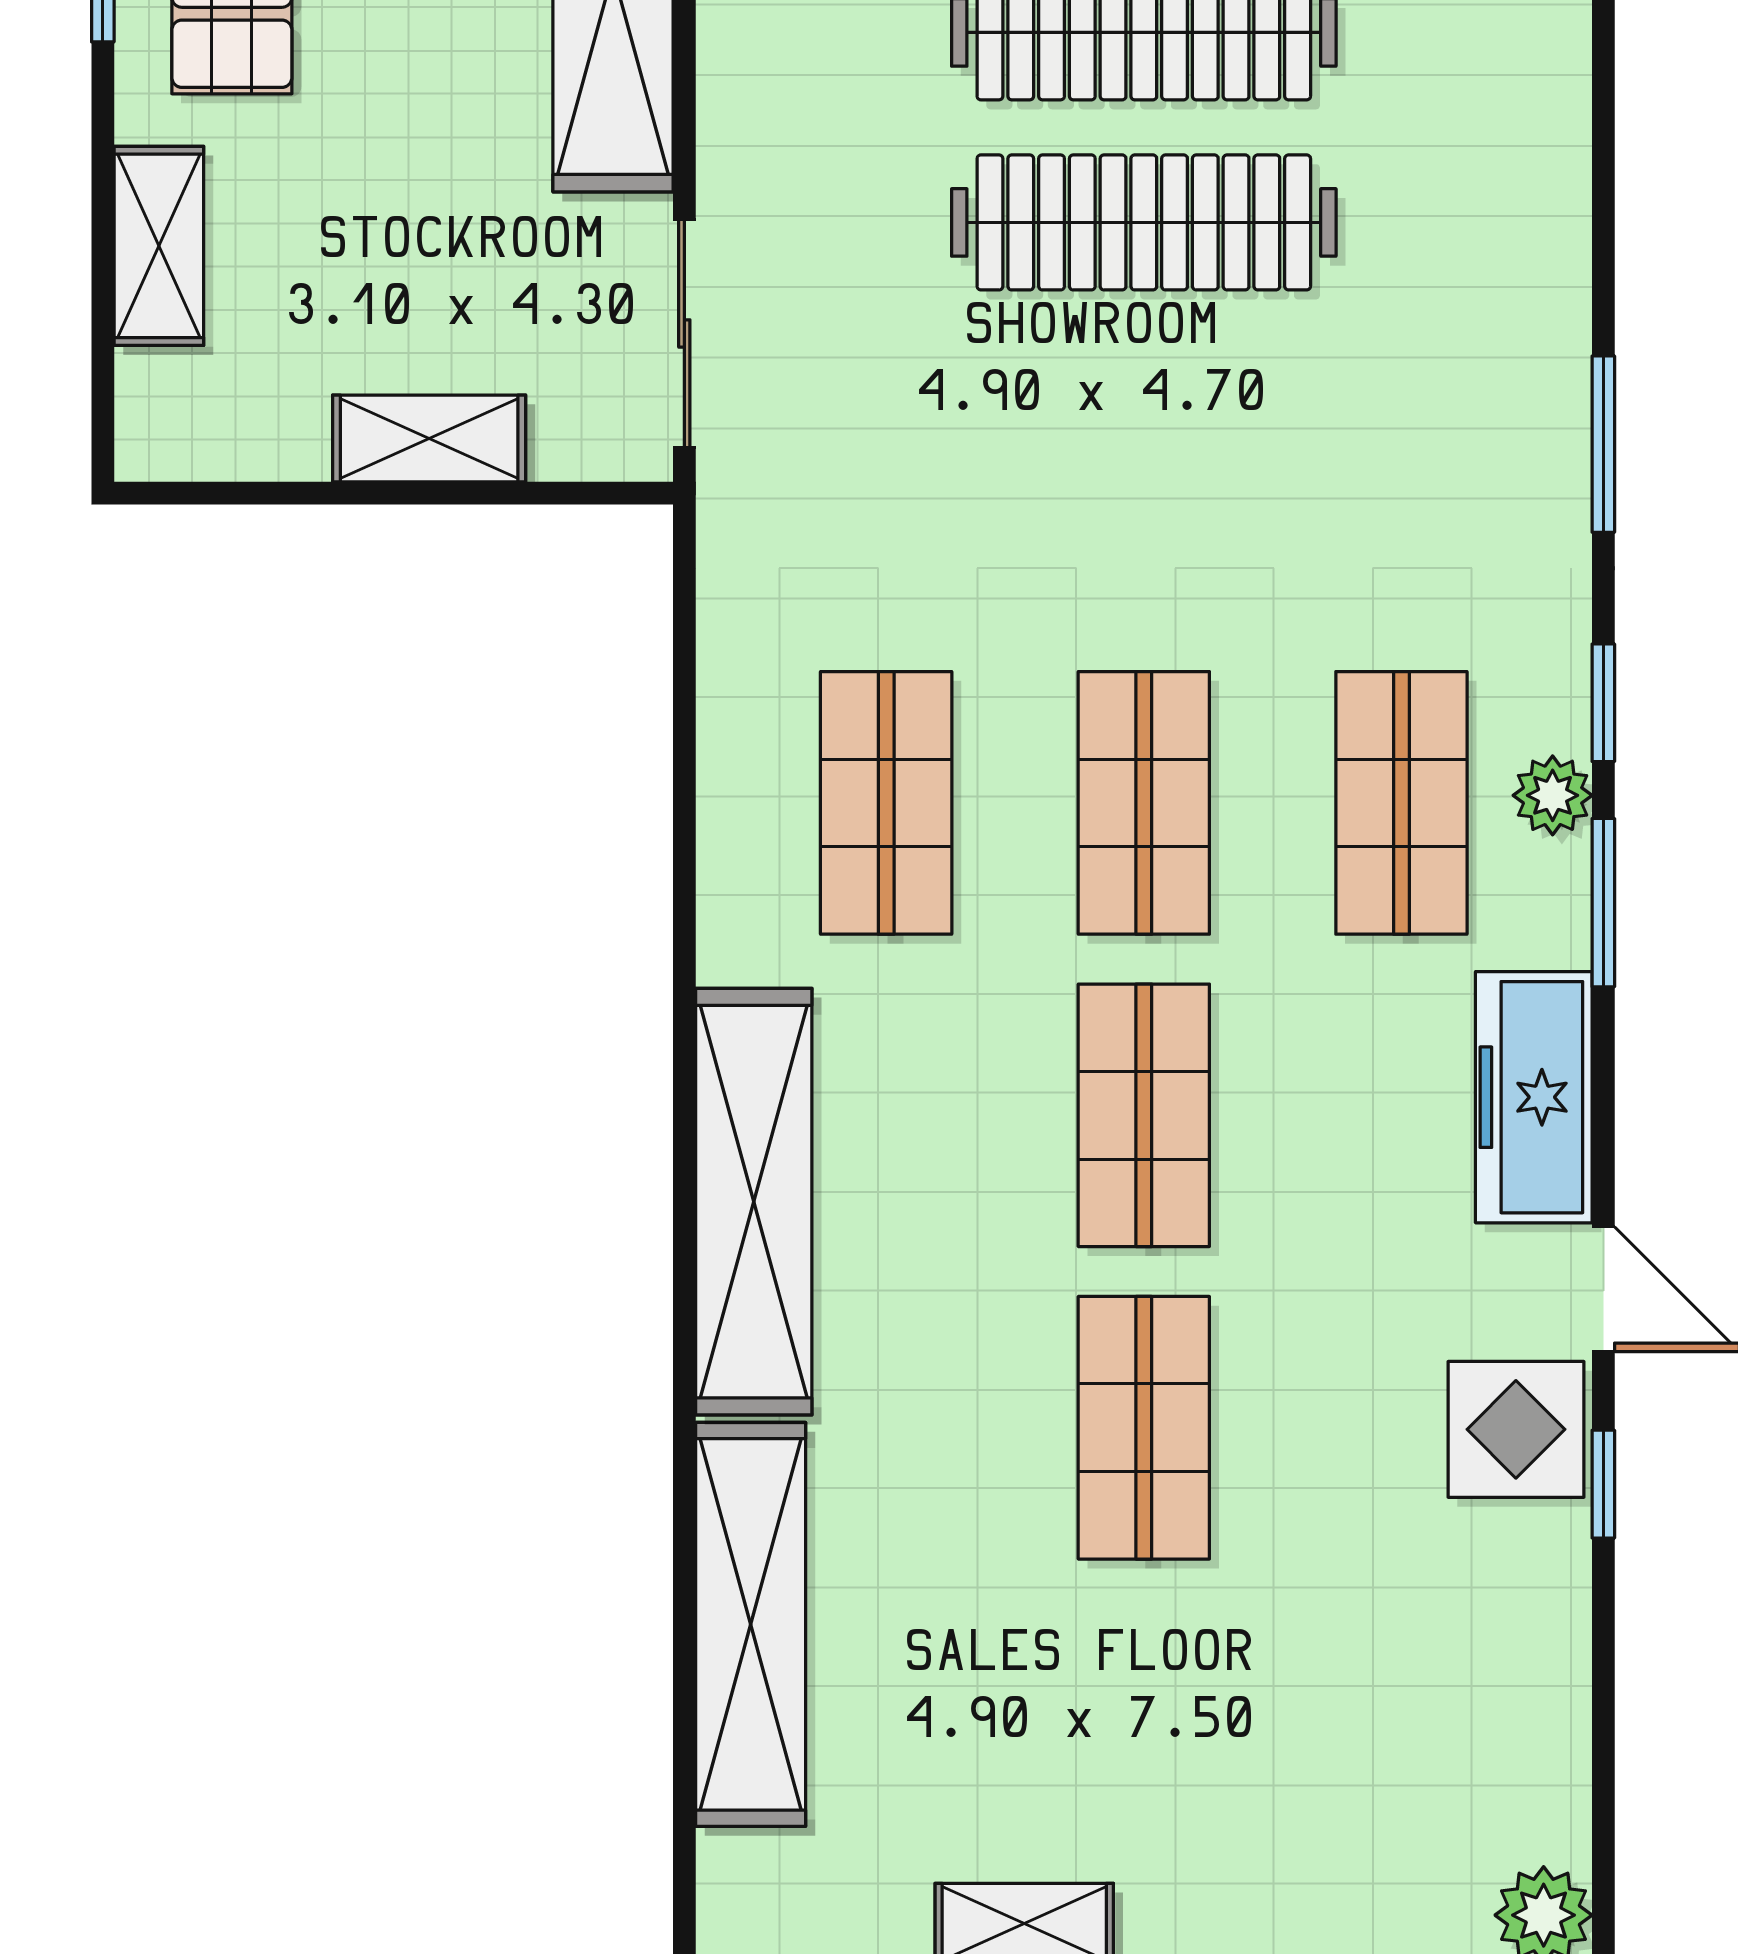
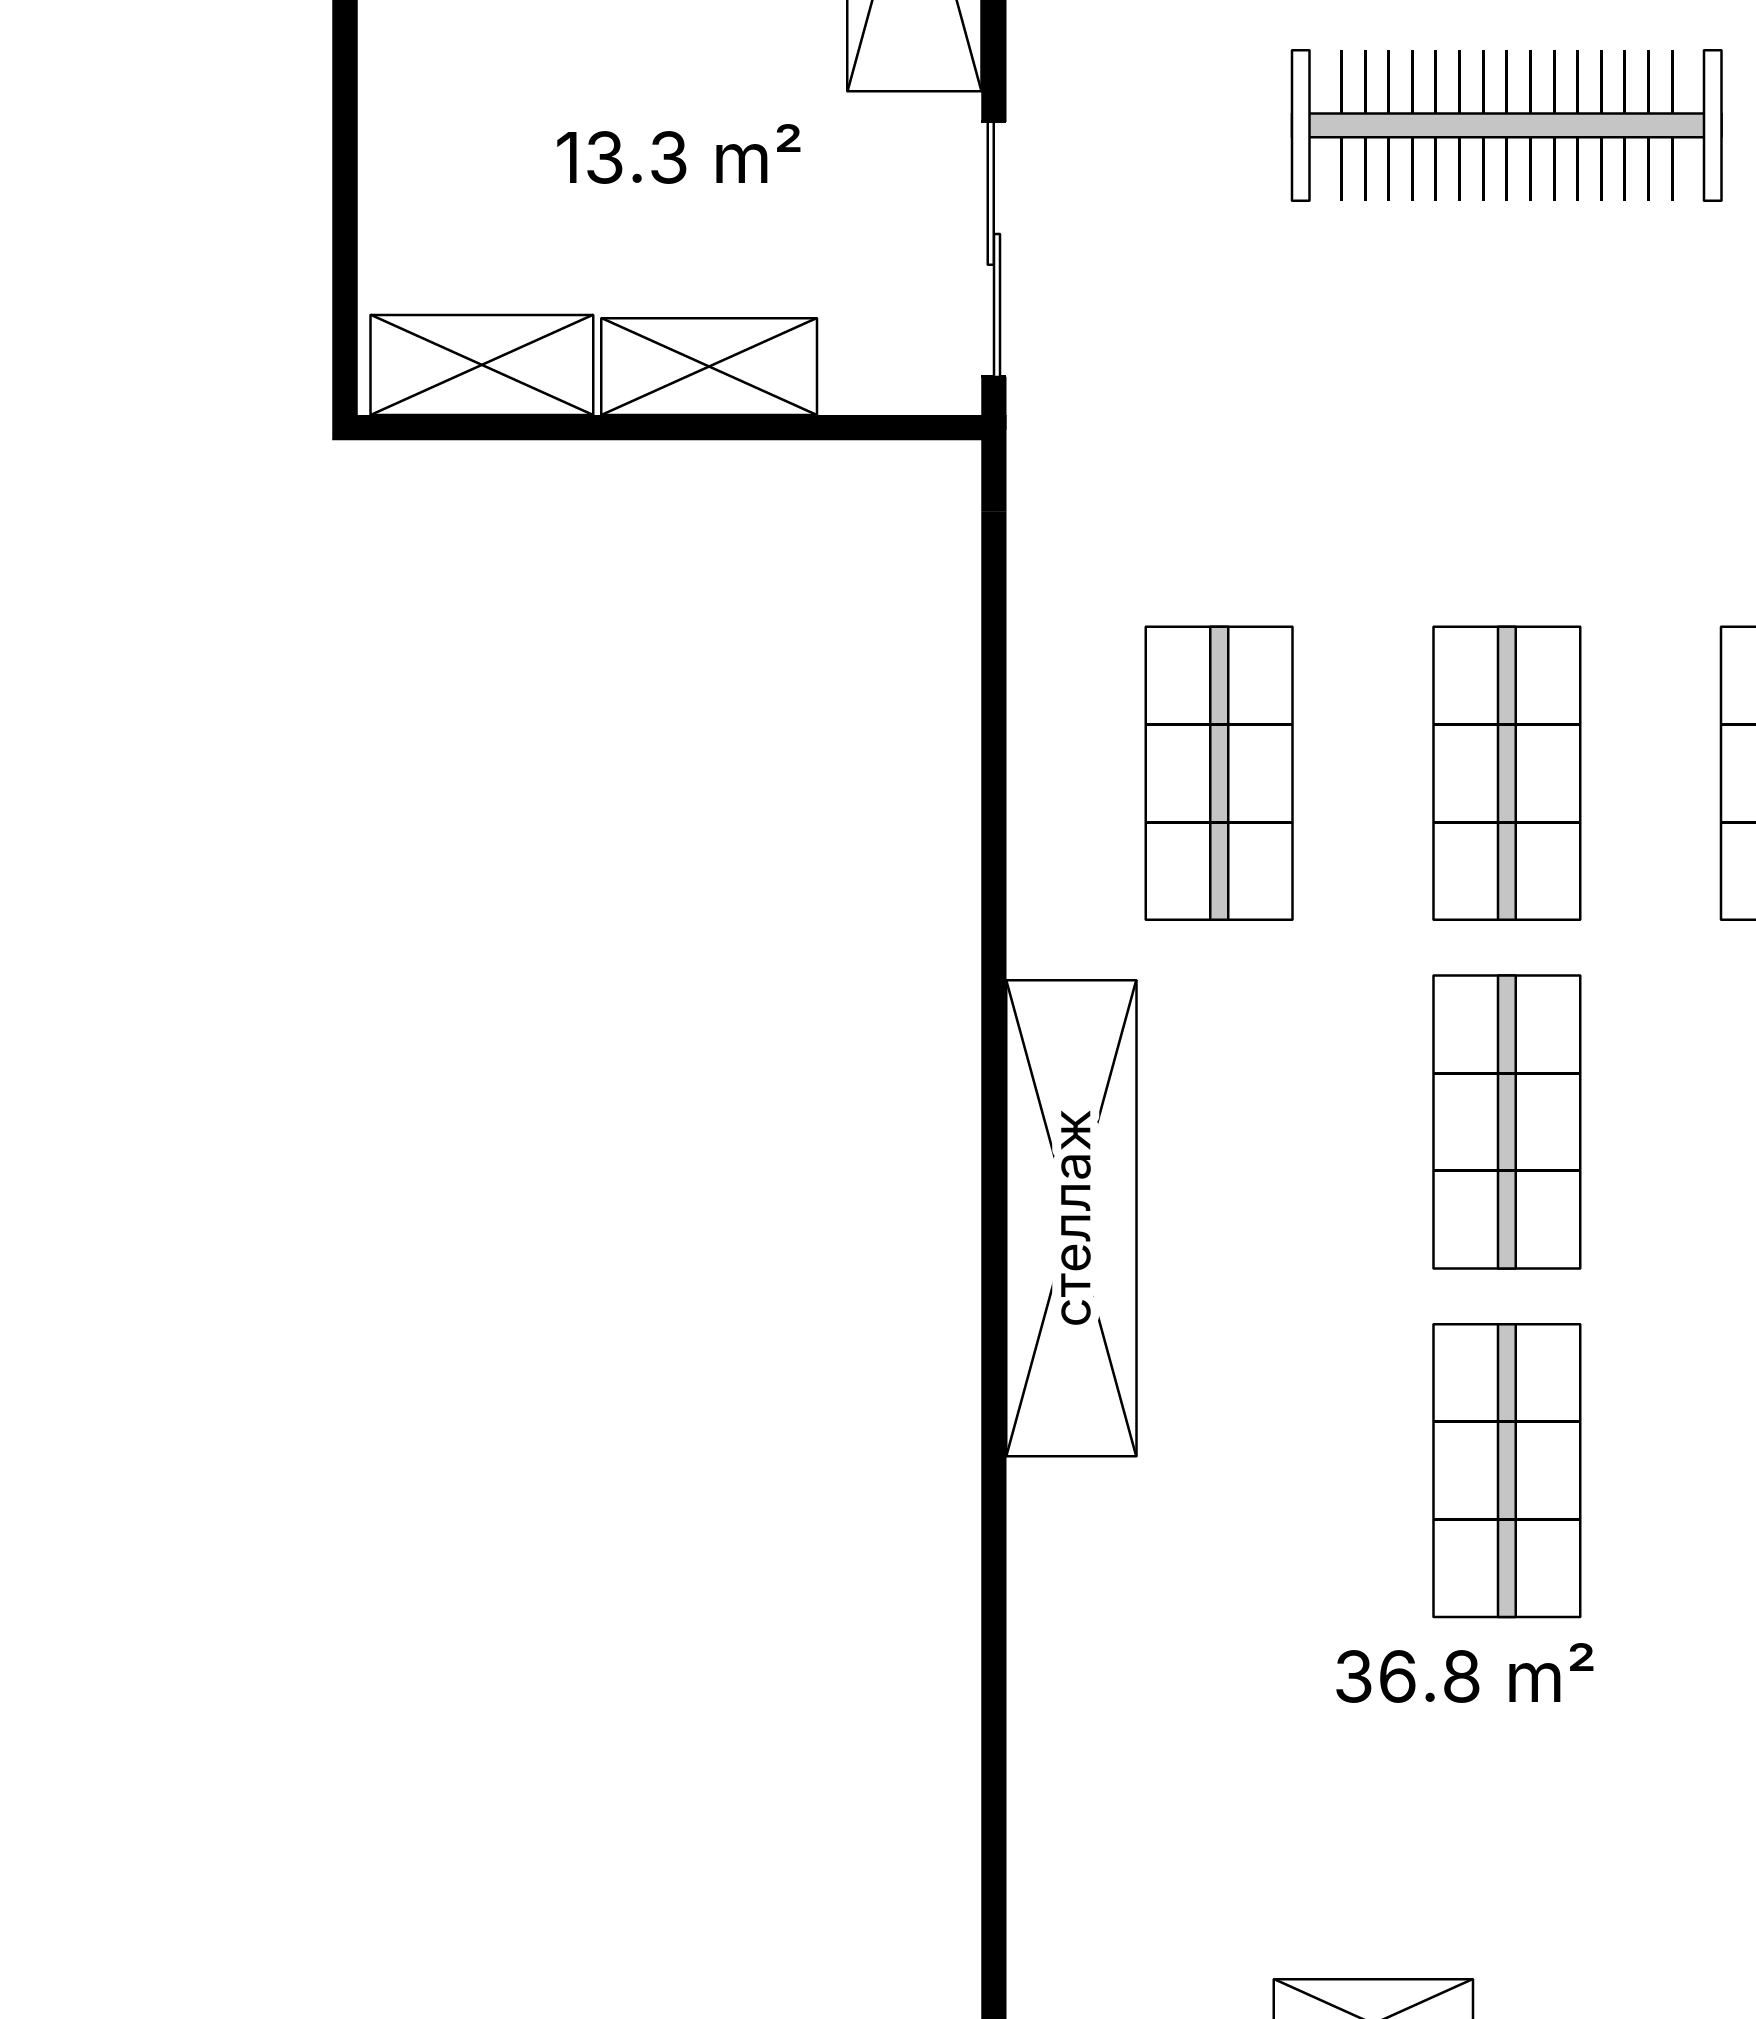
shelving: (159, 246) -> (482, 365), moved, turned 90
shelving: (751, 1624) -> (1068, 1690), removed

